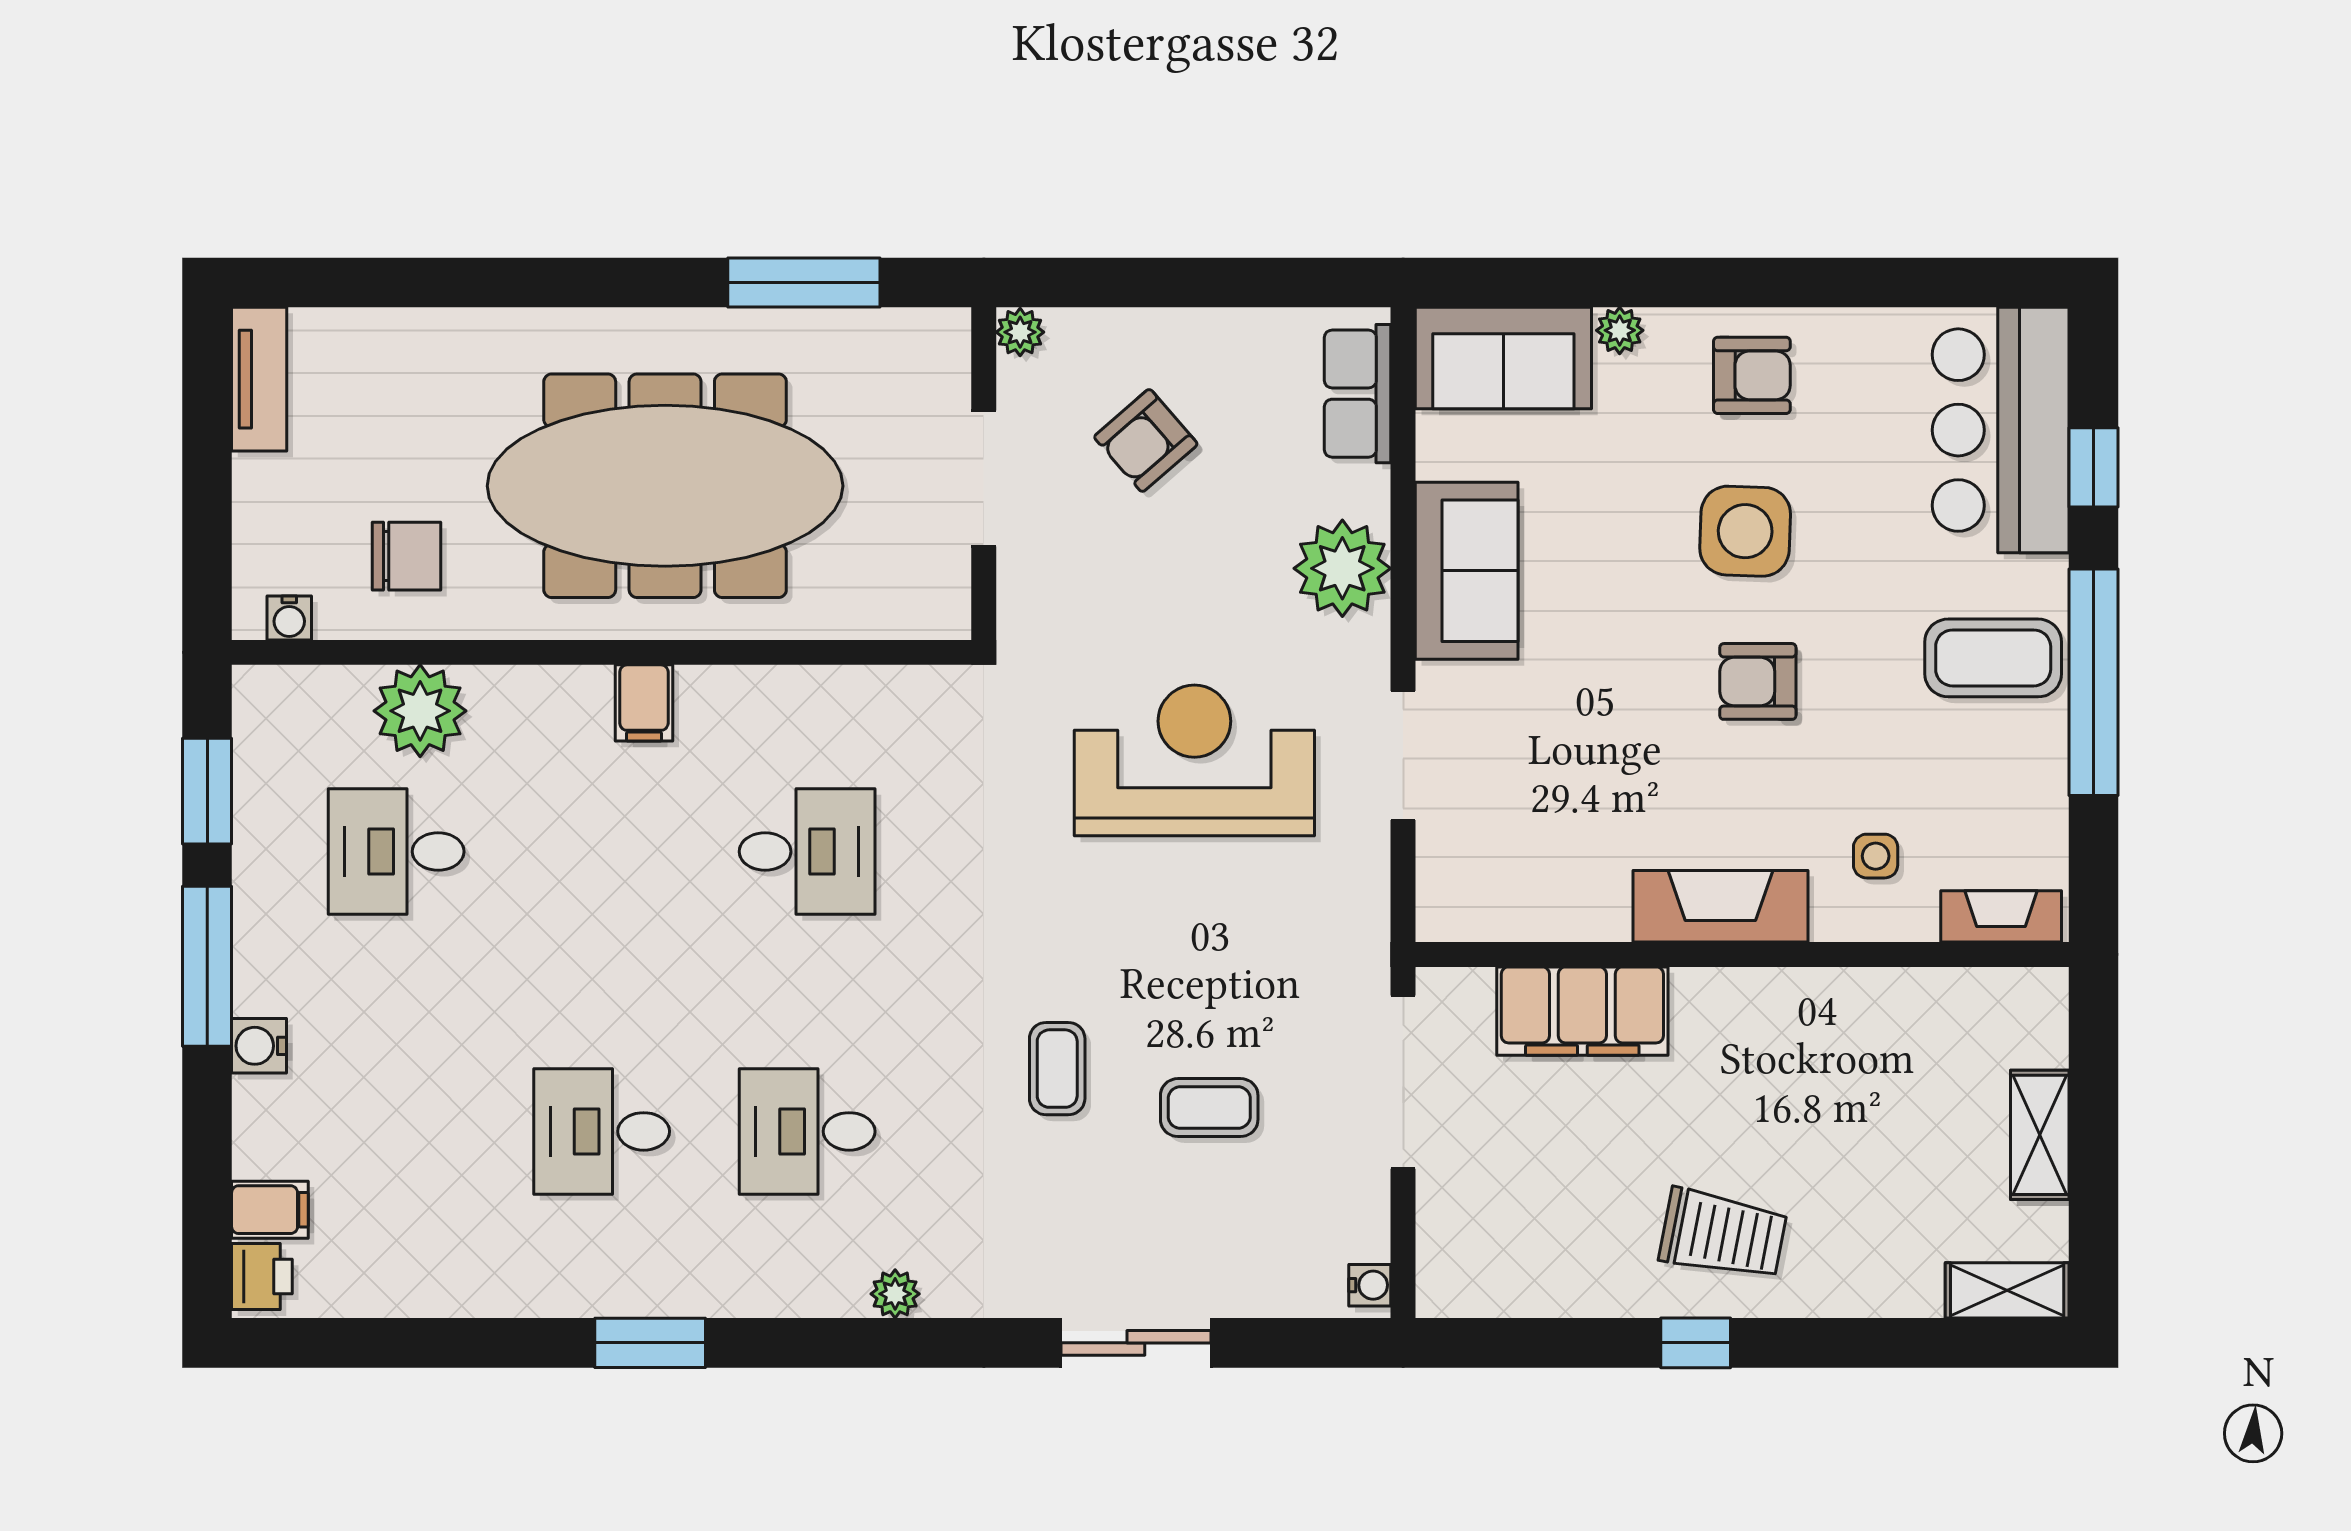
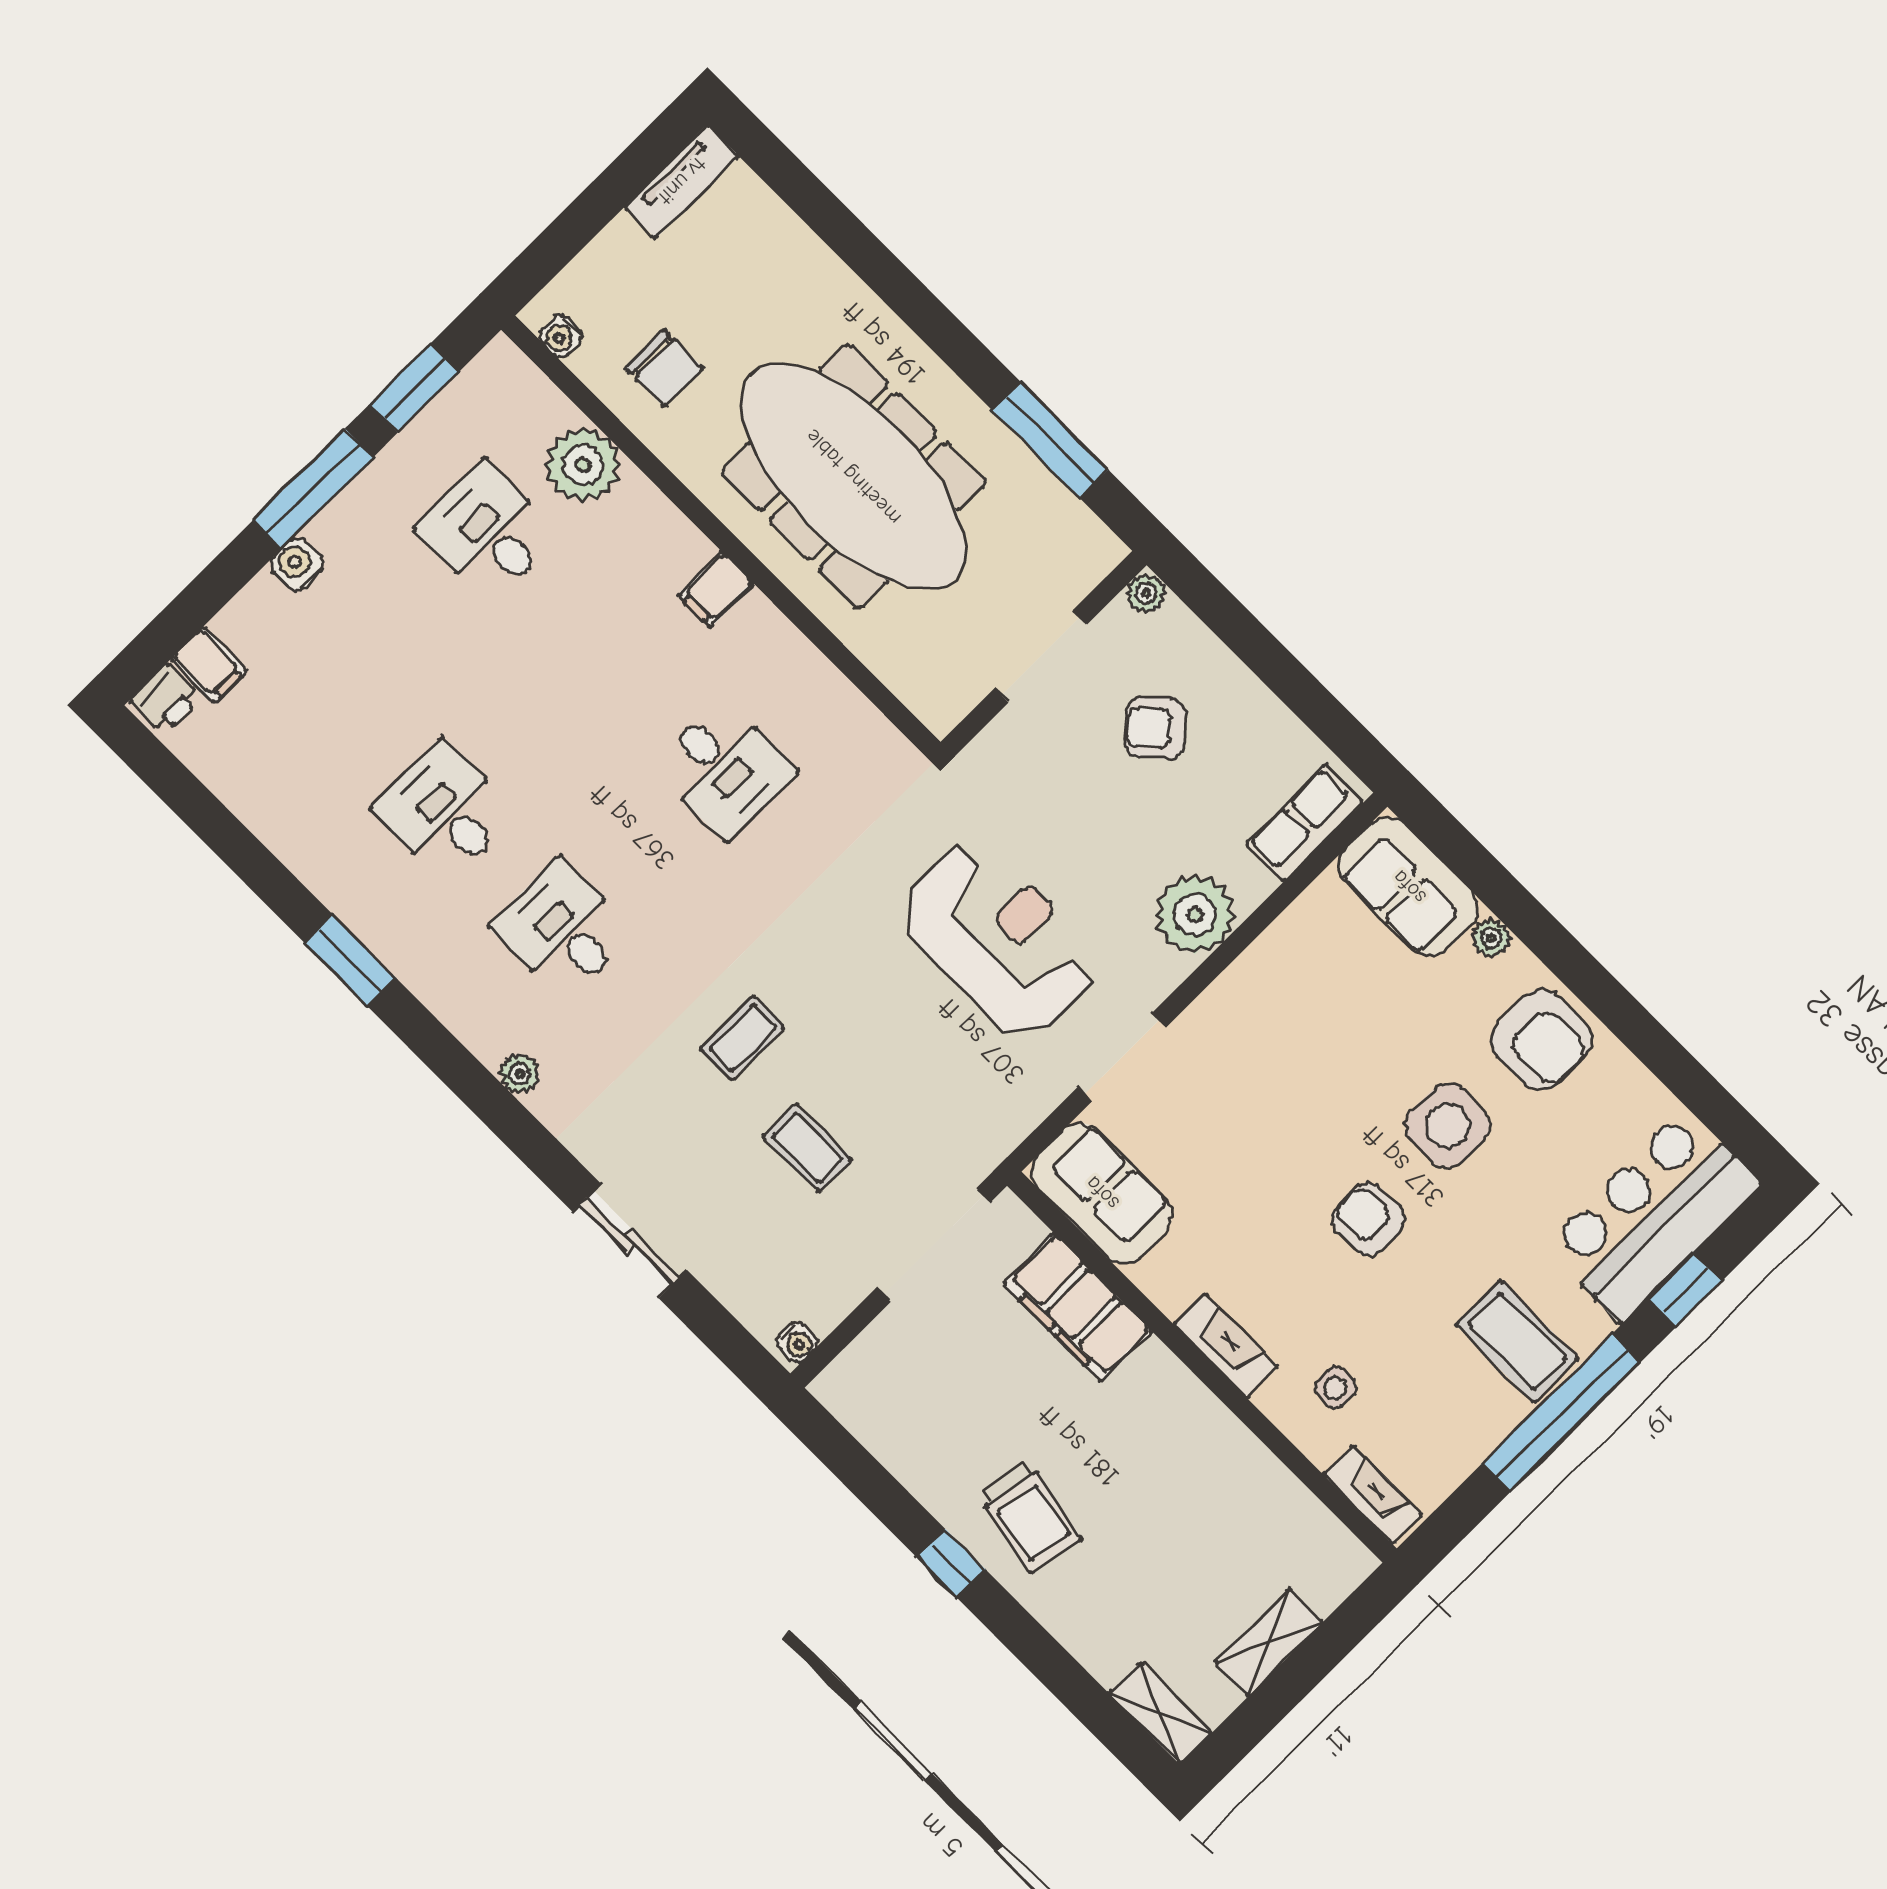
armchair: (1752, 375) -> (1541, 1040), width x1.38, depth x1.38
sofa: (1467, 571) -> (1102, 1193), moved, turned -90
fireplace: (1720, 906) -> (1226, 1345), width x0.73, depth x0.76

